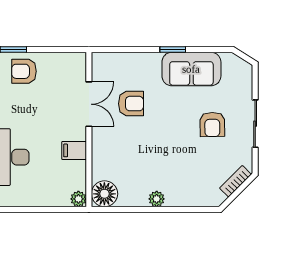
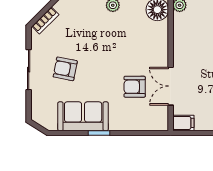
armchair: (212, 125) -> (65, 69), turned -78
filing cabinet: (74, 150) -> (183, 123), moved

